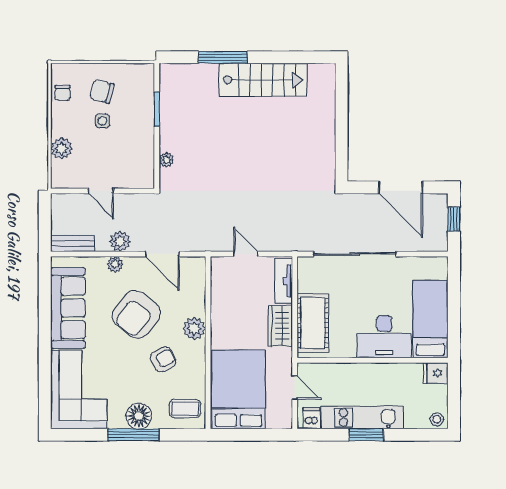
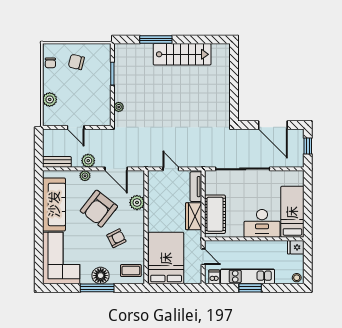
side table: (102, 121) -> (77, 81), removed
plant: (194, 329) -> (137, 203), moved

